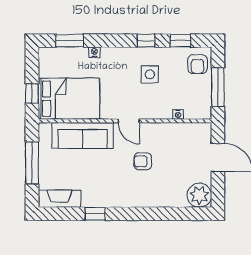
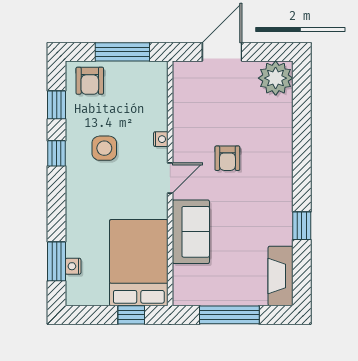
nightstand: (94, 52) -> (73, 266), moved
armchair: (197, 64) -> (90, 81), turned 90
nightstand: (178, 114) -> (161, 139), moved
sofa: (83, 135) -> (191, 232), width x0.73

